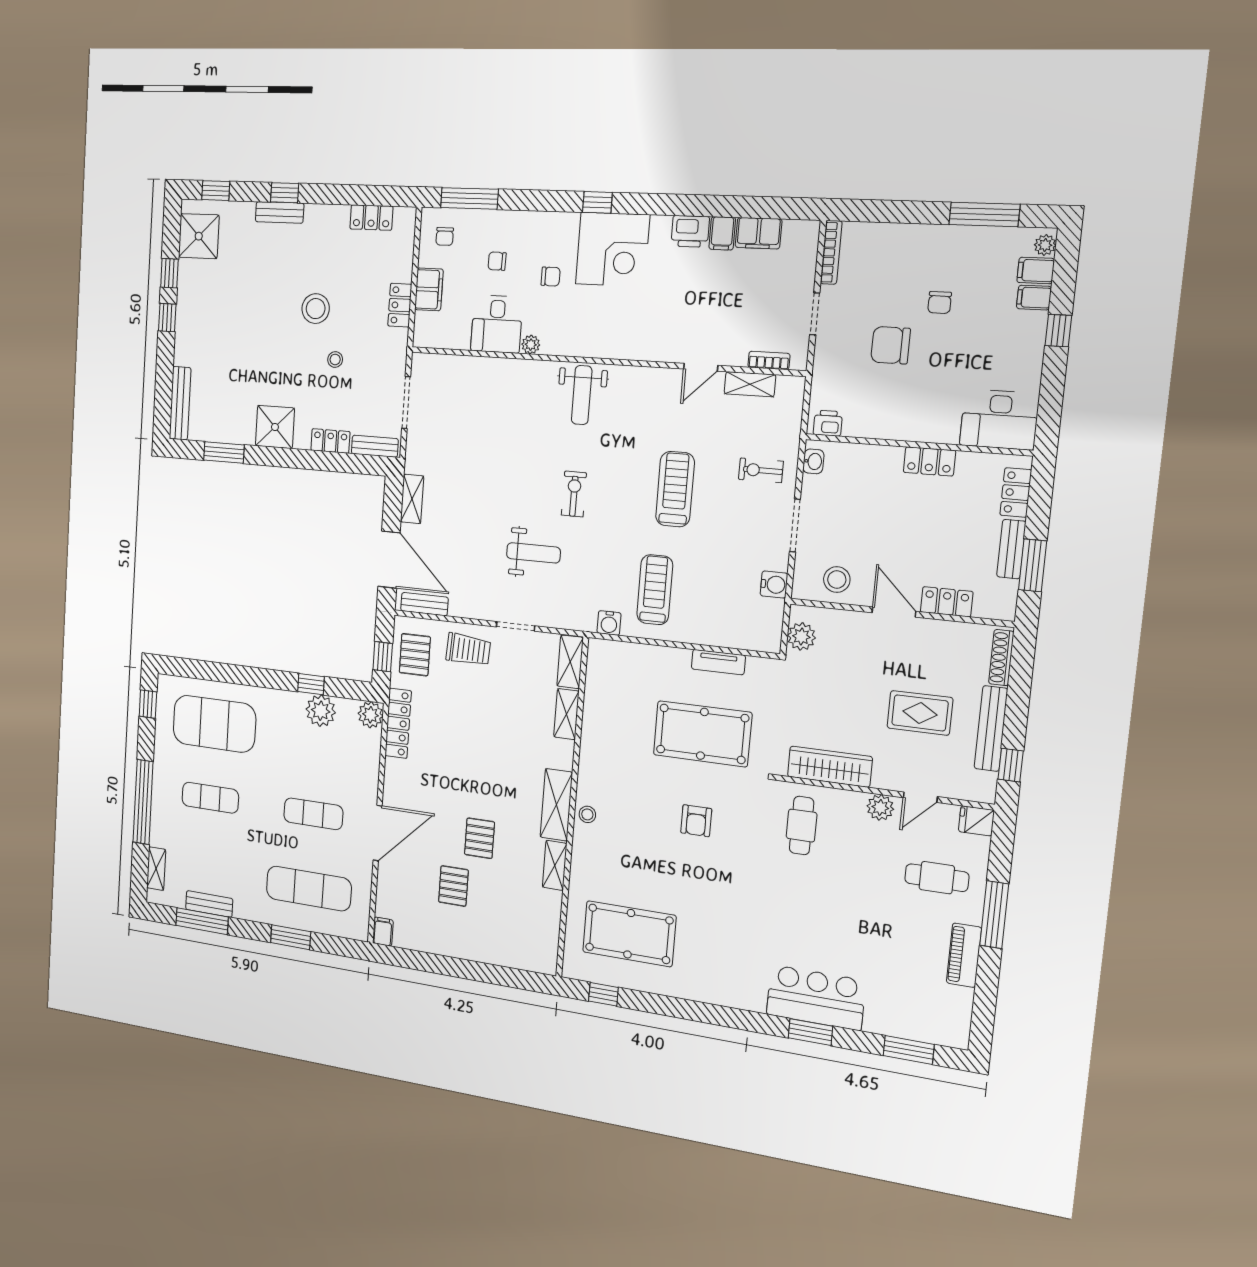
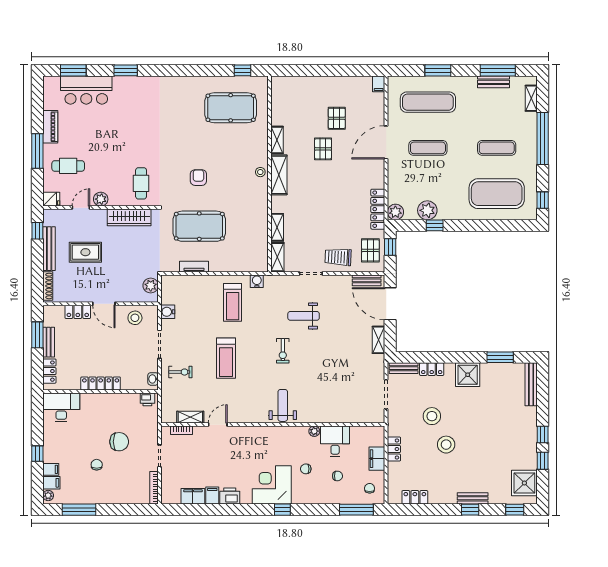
stool: (335, 360) -> (432, 416), width x1.89, depth x1.89
locker: (929, 461) -> (101, 383), width x1.53
bar counter: (816, 998) -> (86, 90), moved

